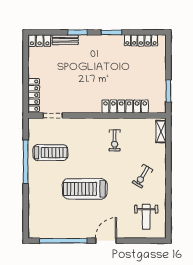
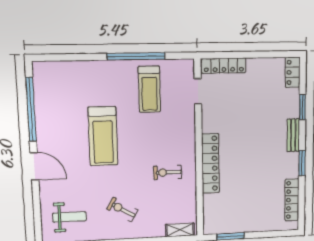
window: (78, 32) -> (302, 107), moved
bench: (65, 40) -> (293, 135), moved
locker: (125, 106) -> (210, 163), moved
treadmill: (85, 189) -> (103, 136), turned 180
weight bench: (146, 217) -> (69, 217), turned 180

